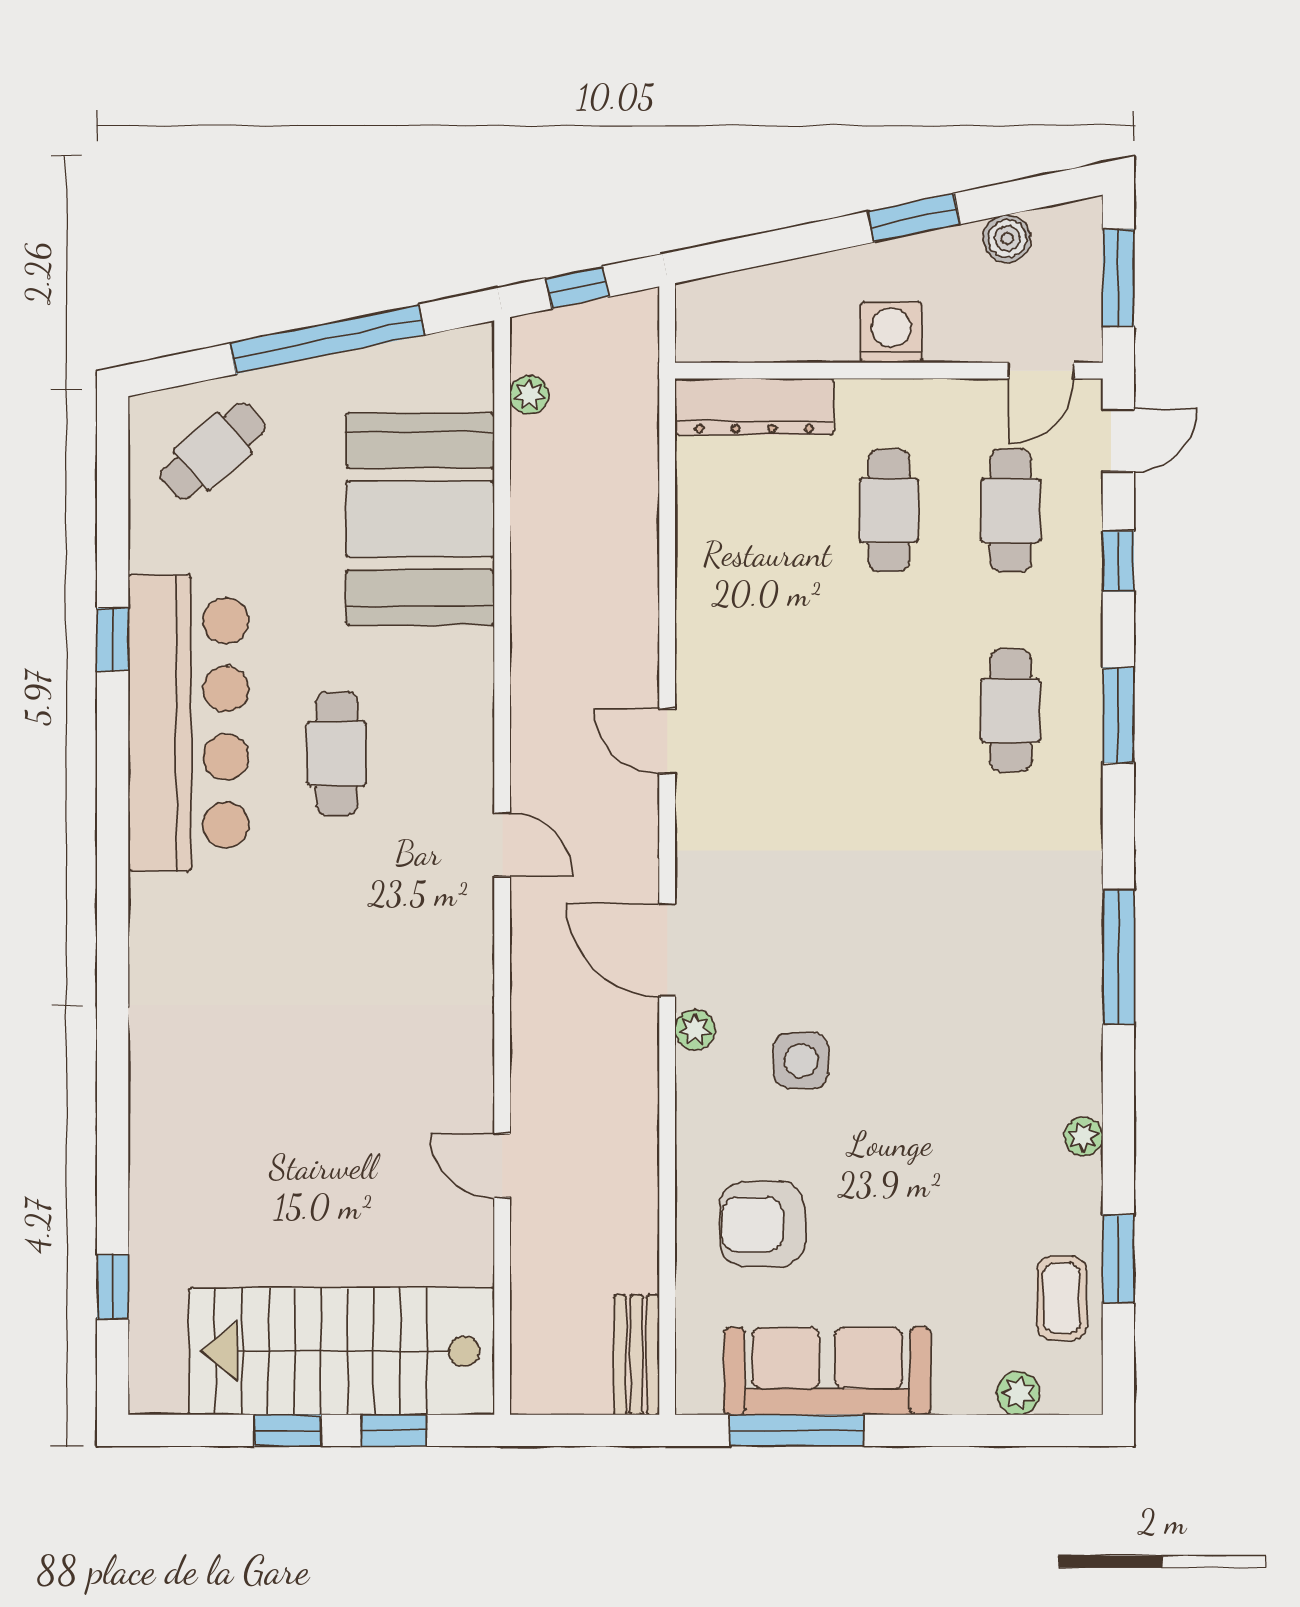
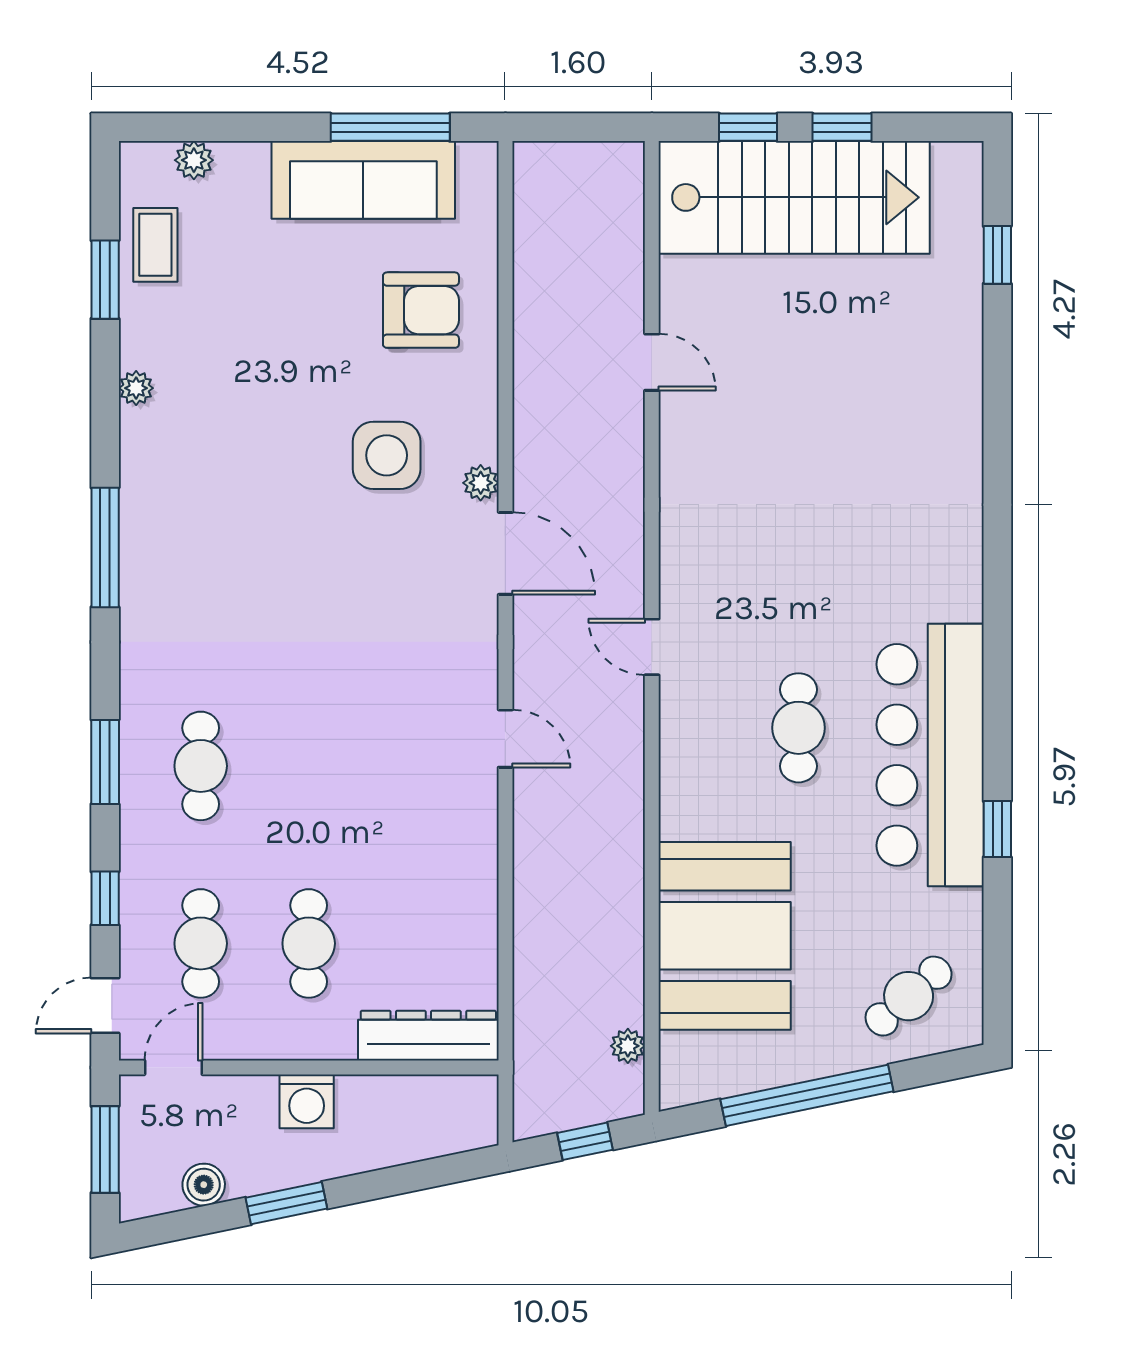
side table: (801, 1061) -> (387, 455), width x1.37, depth x1.37
bench: (636, 1355) -> (533, 194), removed

